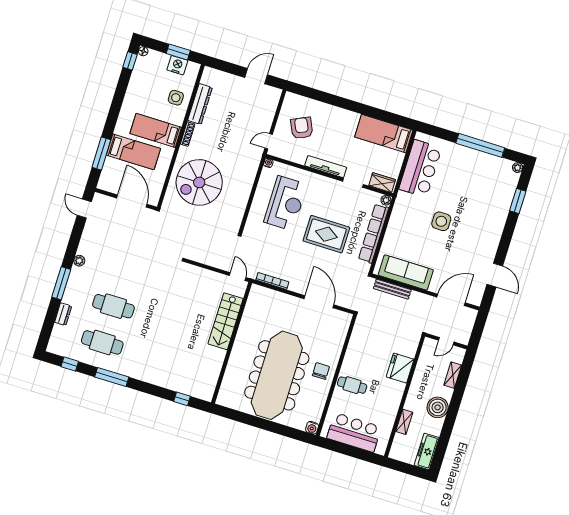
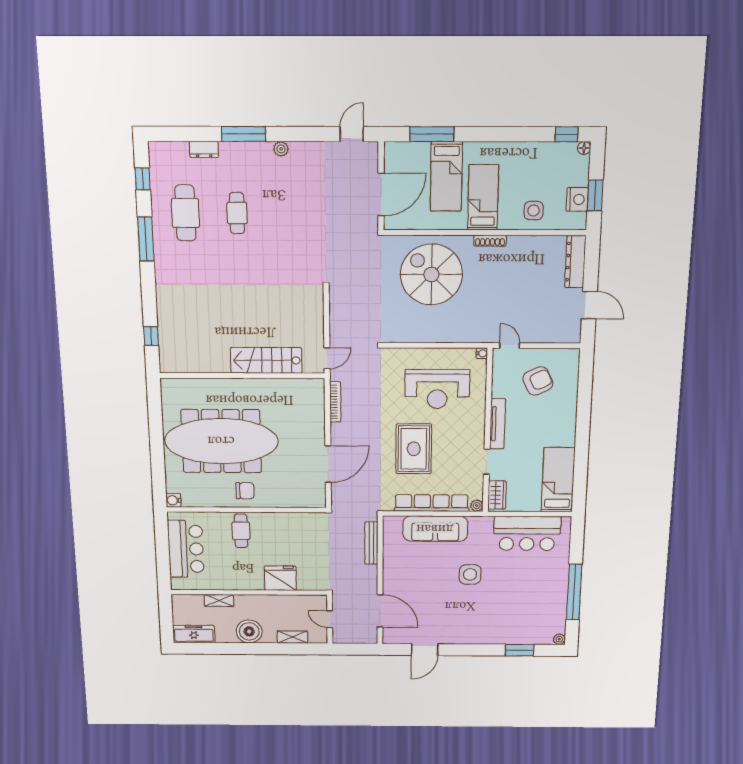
dresser: (200, 104) -> (575, 262), moved, turned 90
sofa: (406, 272) -> (435, 529), moved, turned 90
cafe table: (113, 306) -> (237, 213), width x0.73, depth x0.74

